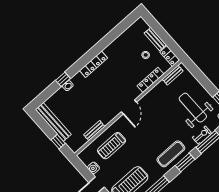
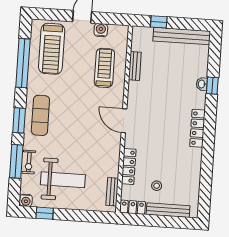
bench: (155, 39) -> (168, 210), width x1.36

